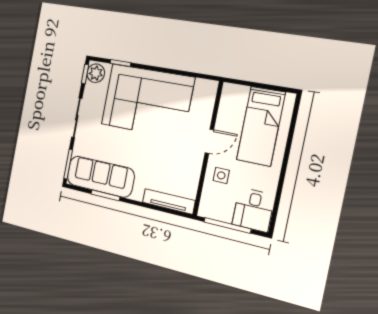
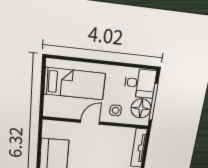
door: (209, 141) -> (90, 122), hinge flipped
floor lamp: (221, 208) -> (141, 108), added

